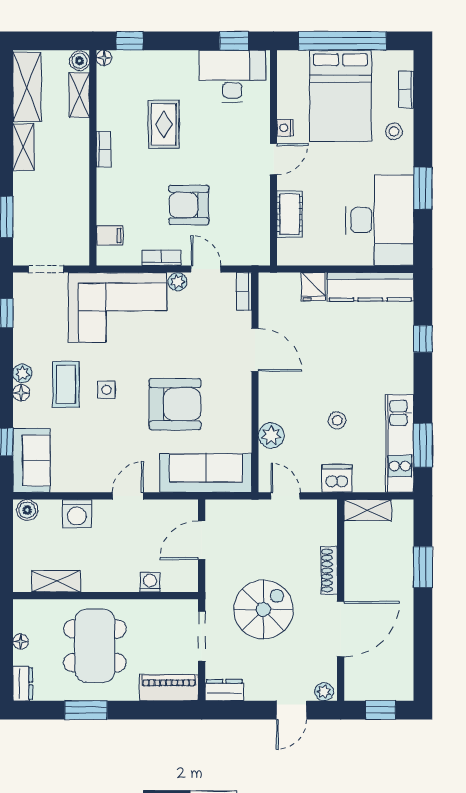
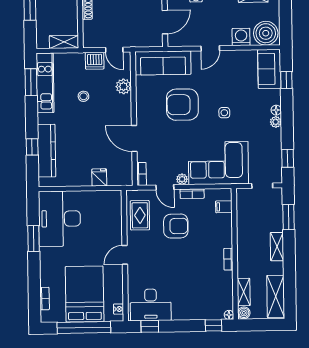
rug: (164, 124) -> (140, 215), moved
nightstand: (285, 128) -> (119, 309), moved
stool: (394, 131) -> (52, 273), removed
shelving: (23, 147) -> (277, 247), moved
cot: (290, 214) -> (114, 221), removed
kitchen counter: (370, 287) -> (47, 151), moved, turned 90
coffee table: (66, 384) -> (249, 116), removed
dishwasher: (337, 479) -> (95, 61), moved
boiler: (27, 510) -> (266, 33), width x1.86, depth x1.86

